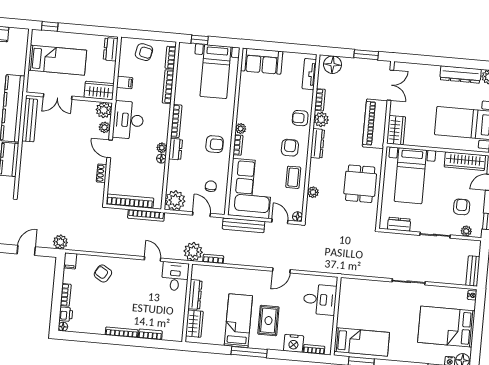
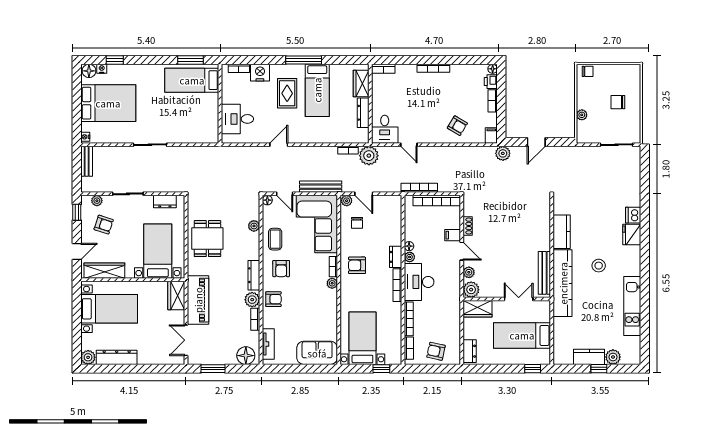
filing cabinet: (125, 83) -> (453, 235), moved
desk: (128, 120) -> (419, 282), moved, turned 180
plant: (175, 200) -> (347, 201), moved, width x0.53, depth x0.53
armchair: (462, 207) -> (104, 225), turned -72
bookcase: (150, 334) -> (383, 69), moved

